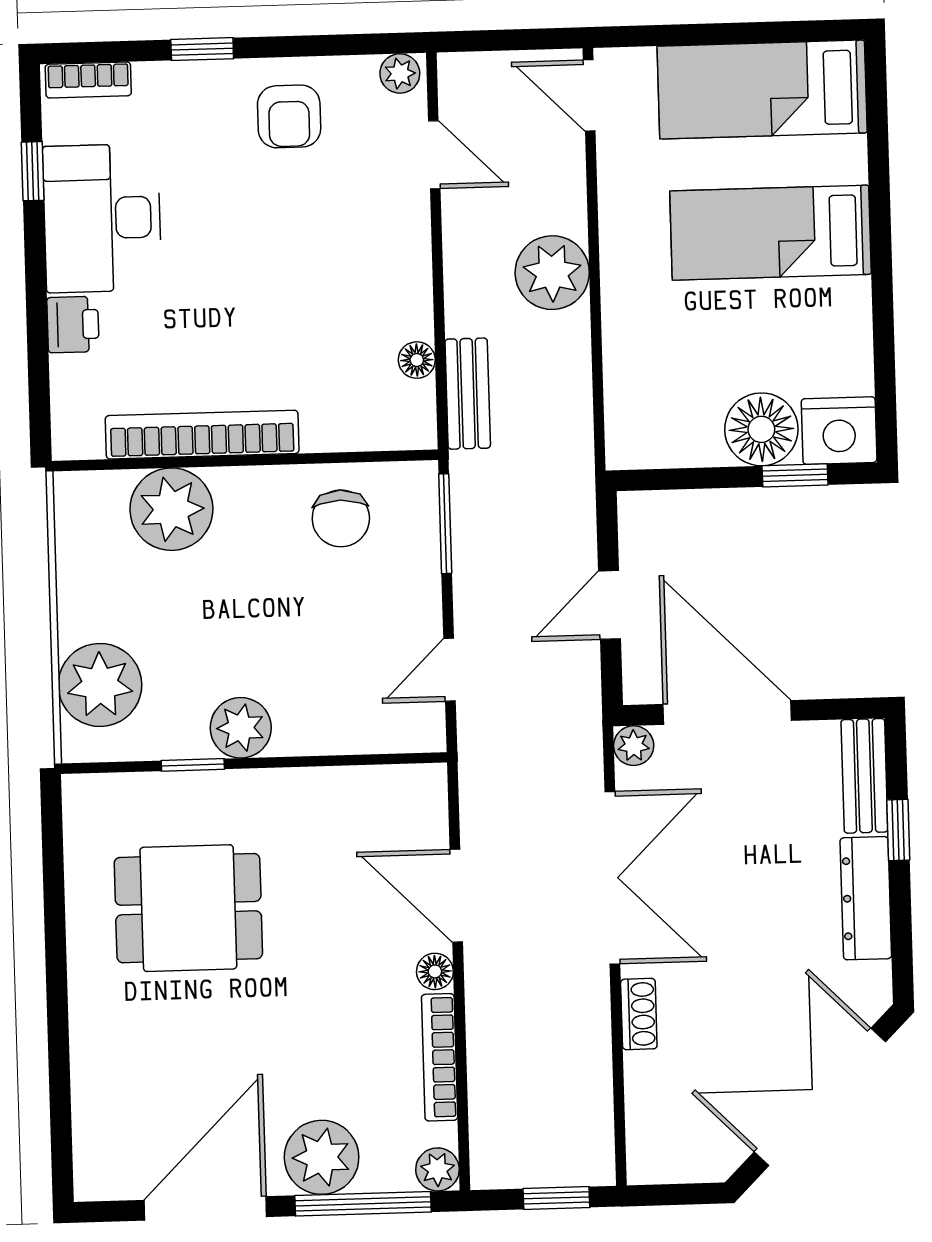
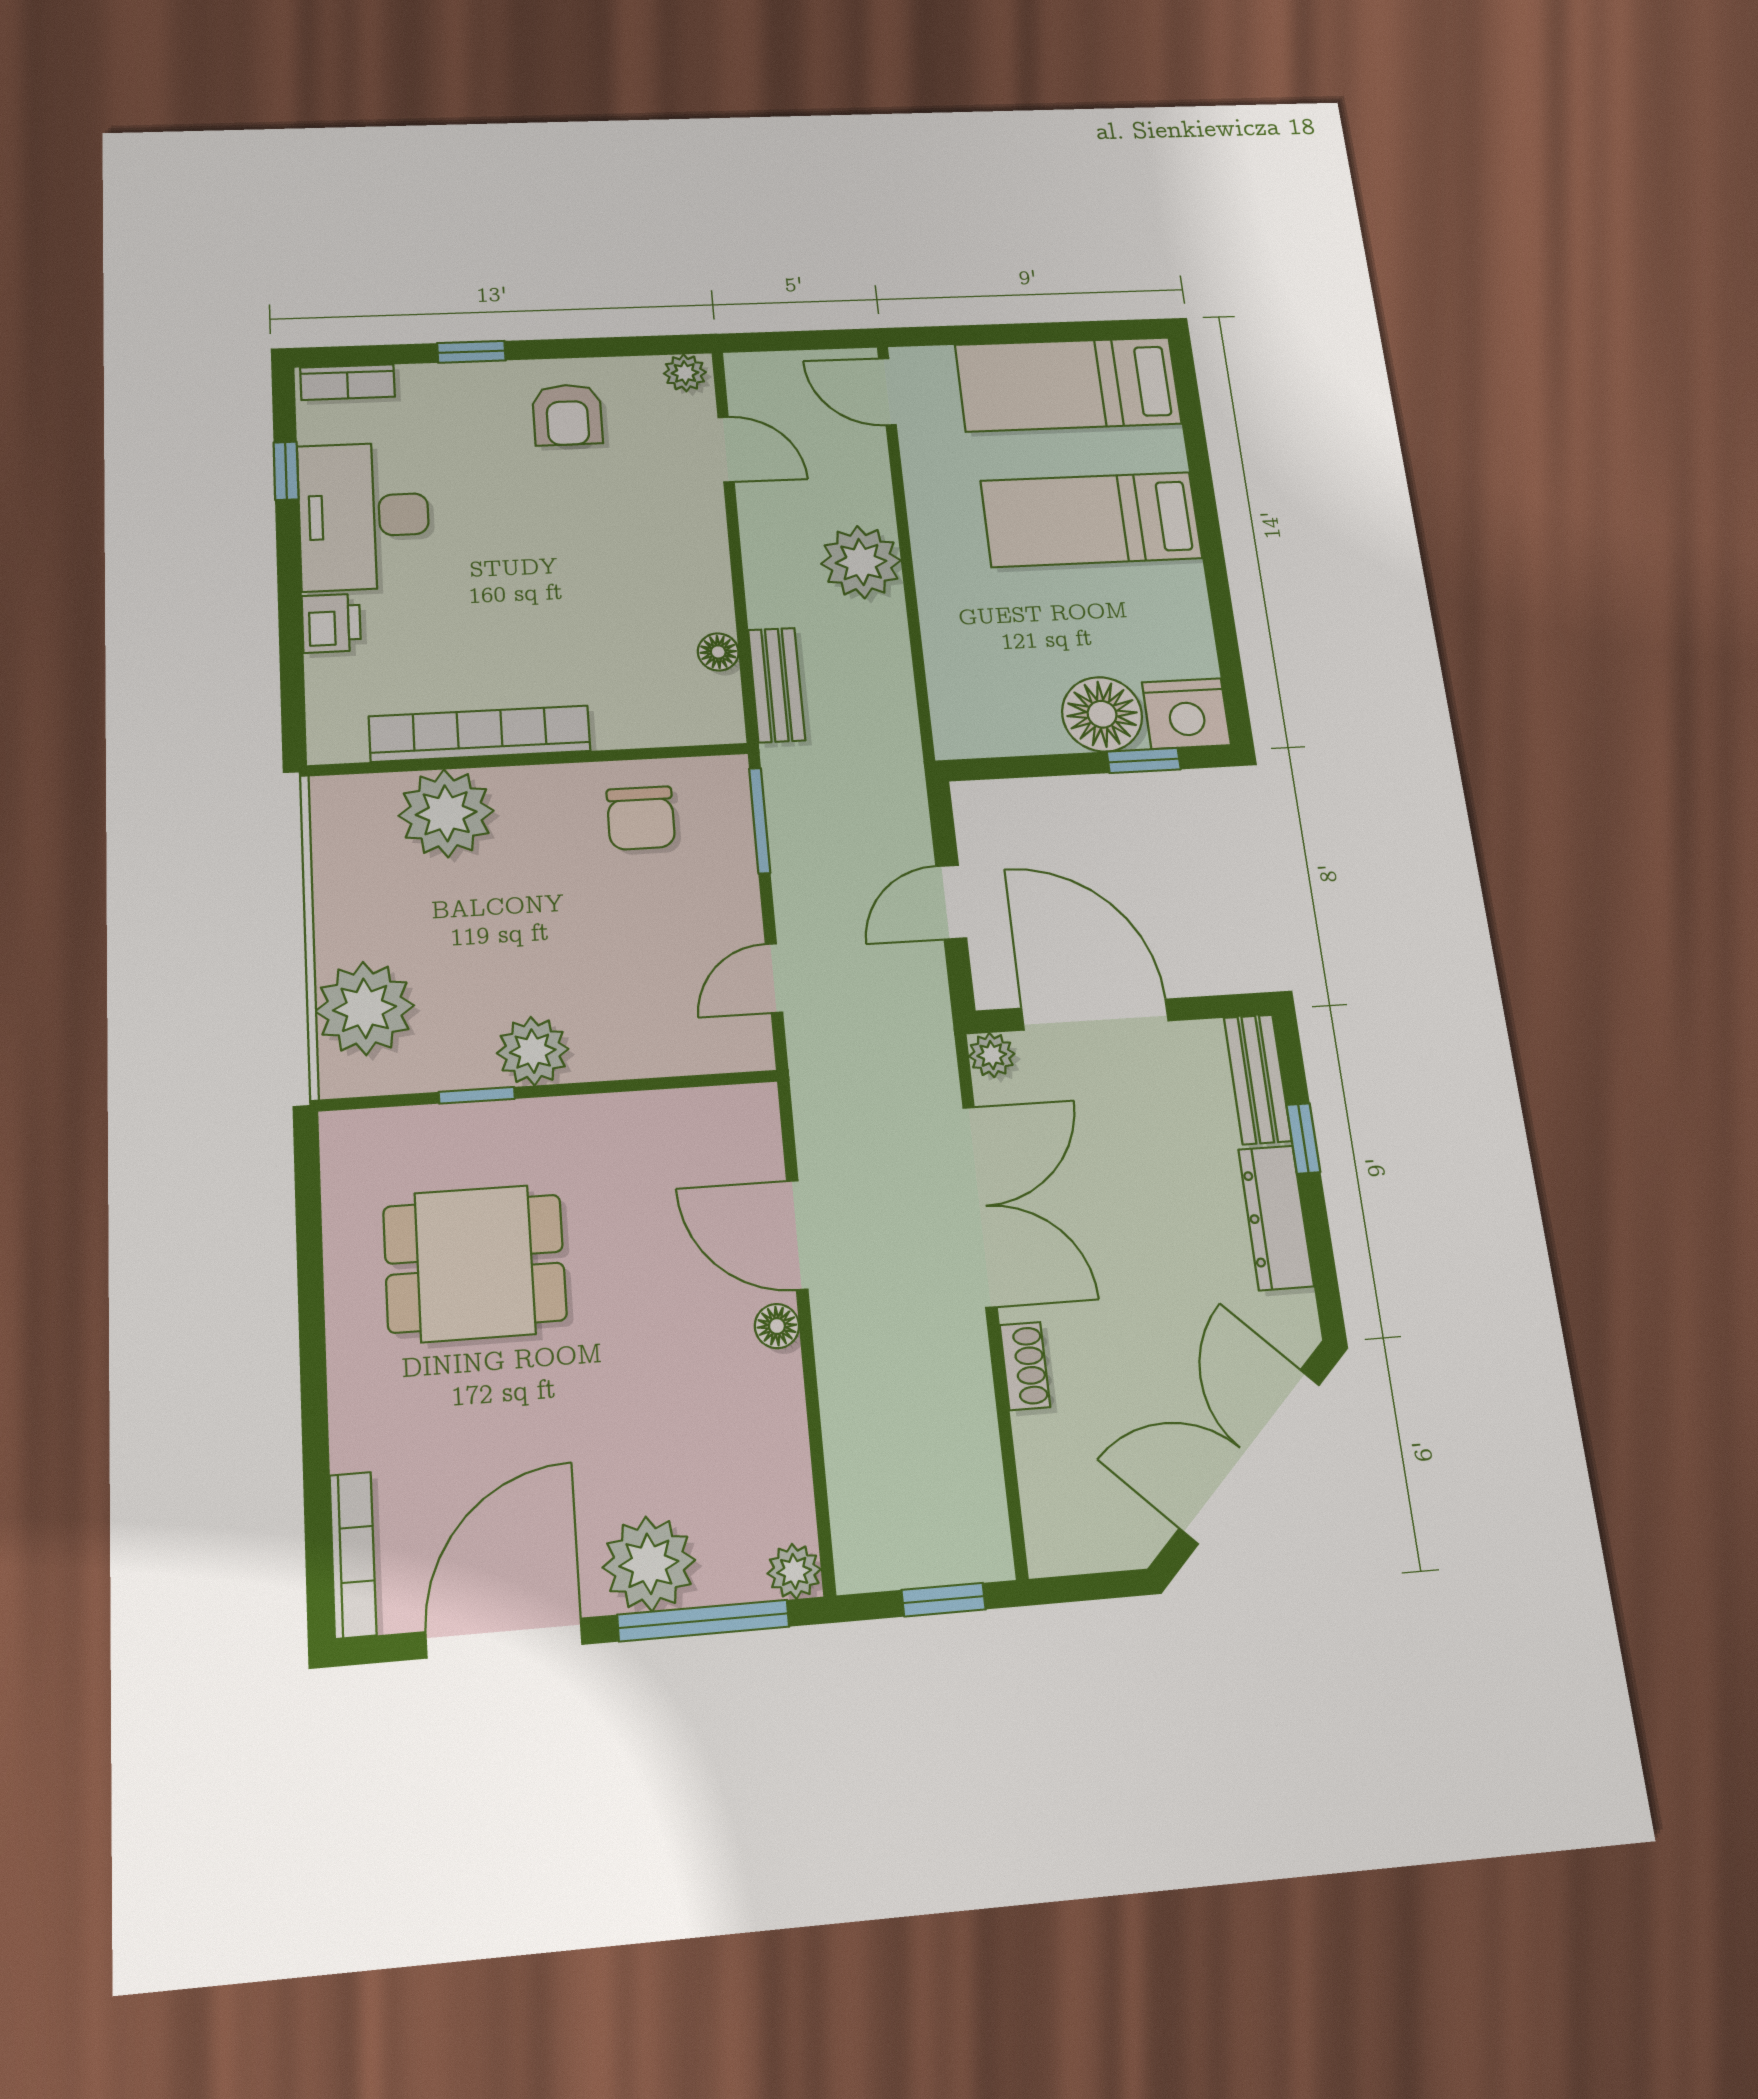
bookcase: (440, 1057) -> (353, 1555), moved, turned 180

